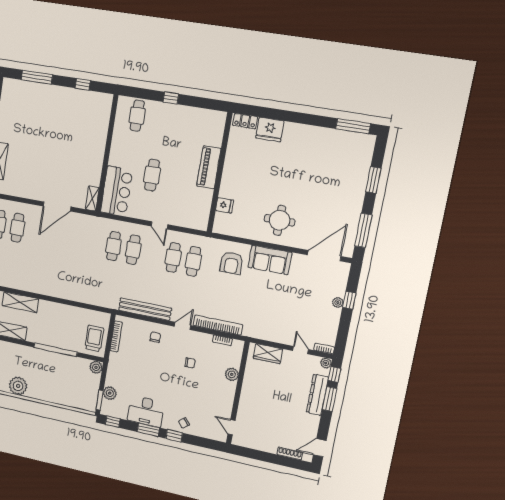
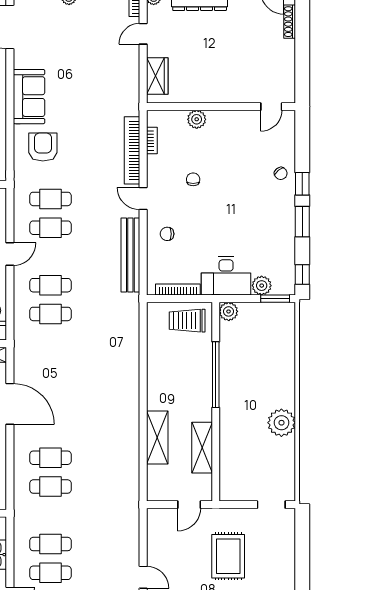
armchair: (231, 263) -> (43, 147), turned -90
desk: (146, 411) -> (226, 276), moved, turned 90

